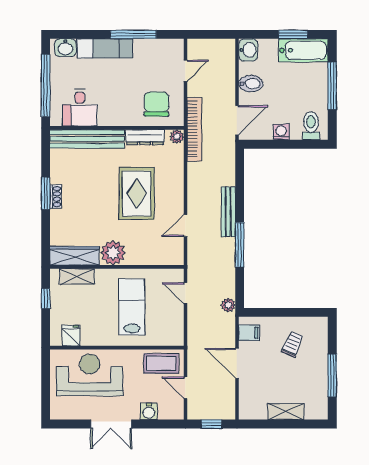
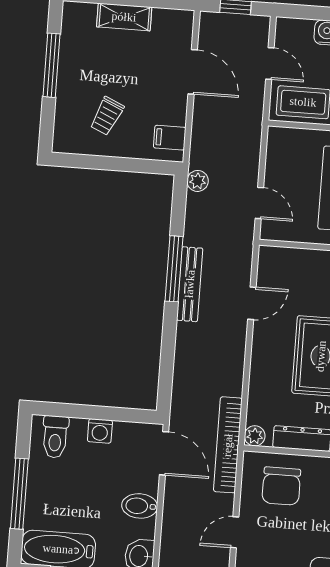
door: (237, 120) -> (164, 453), swing flipped
bench: (228, 212) -> (190, 284), moved
door: (237, 363) -> (193, 72), moved

